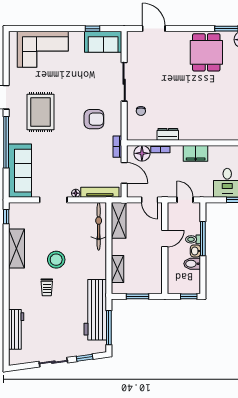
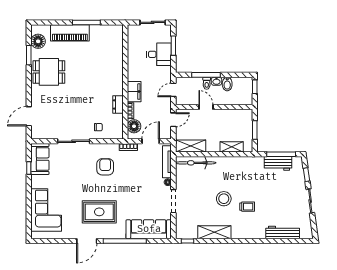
filing cabinet: (196, 153) -> (134, 92), moved
workbench: (95, 310) -> (278, 163), width x0.53, depth x0.76

